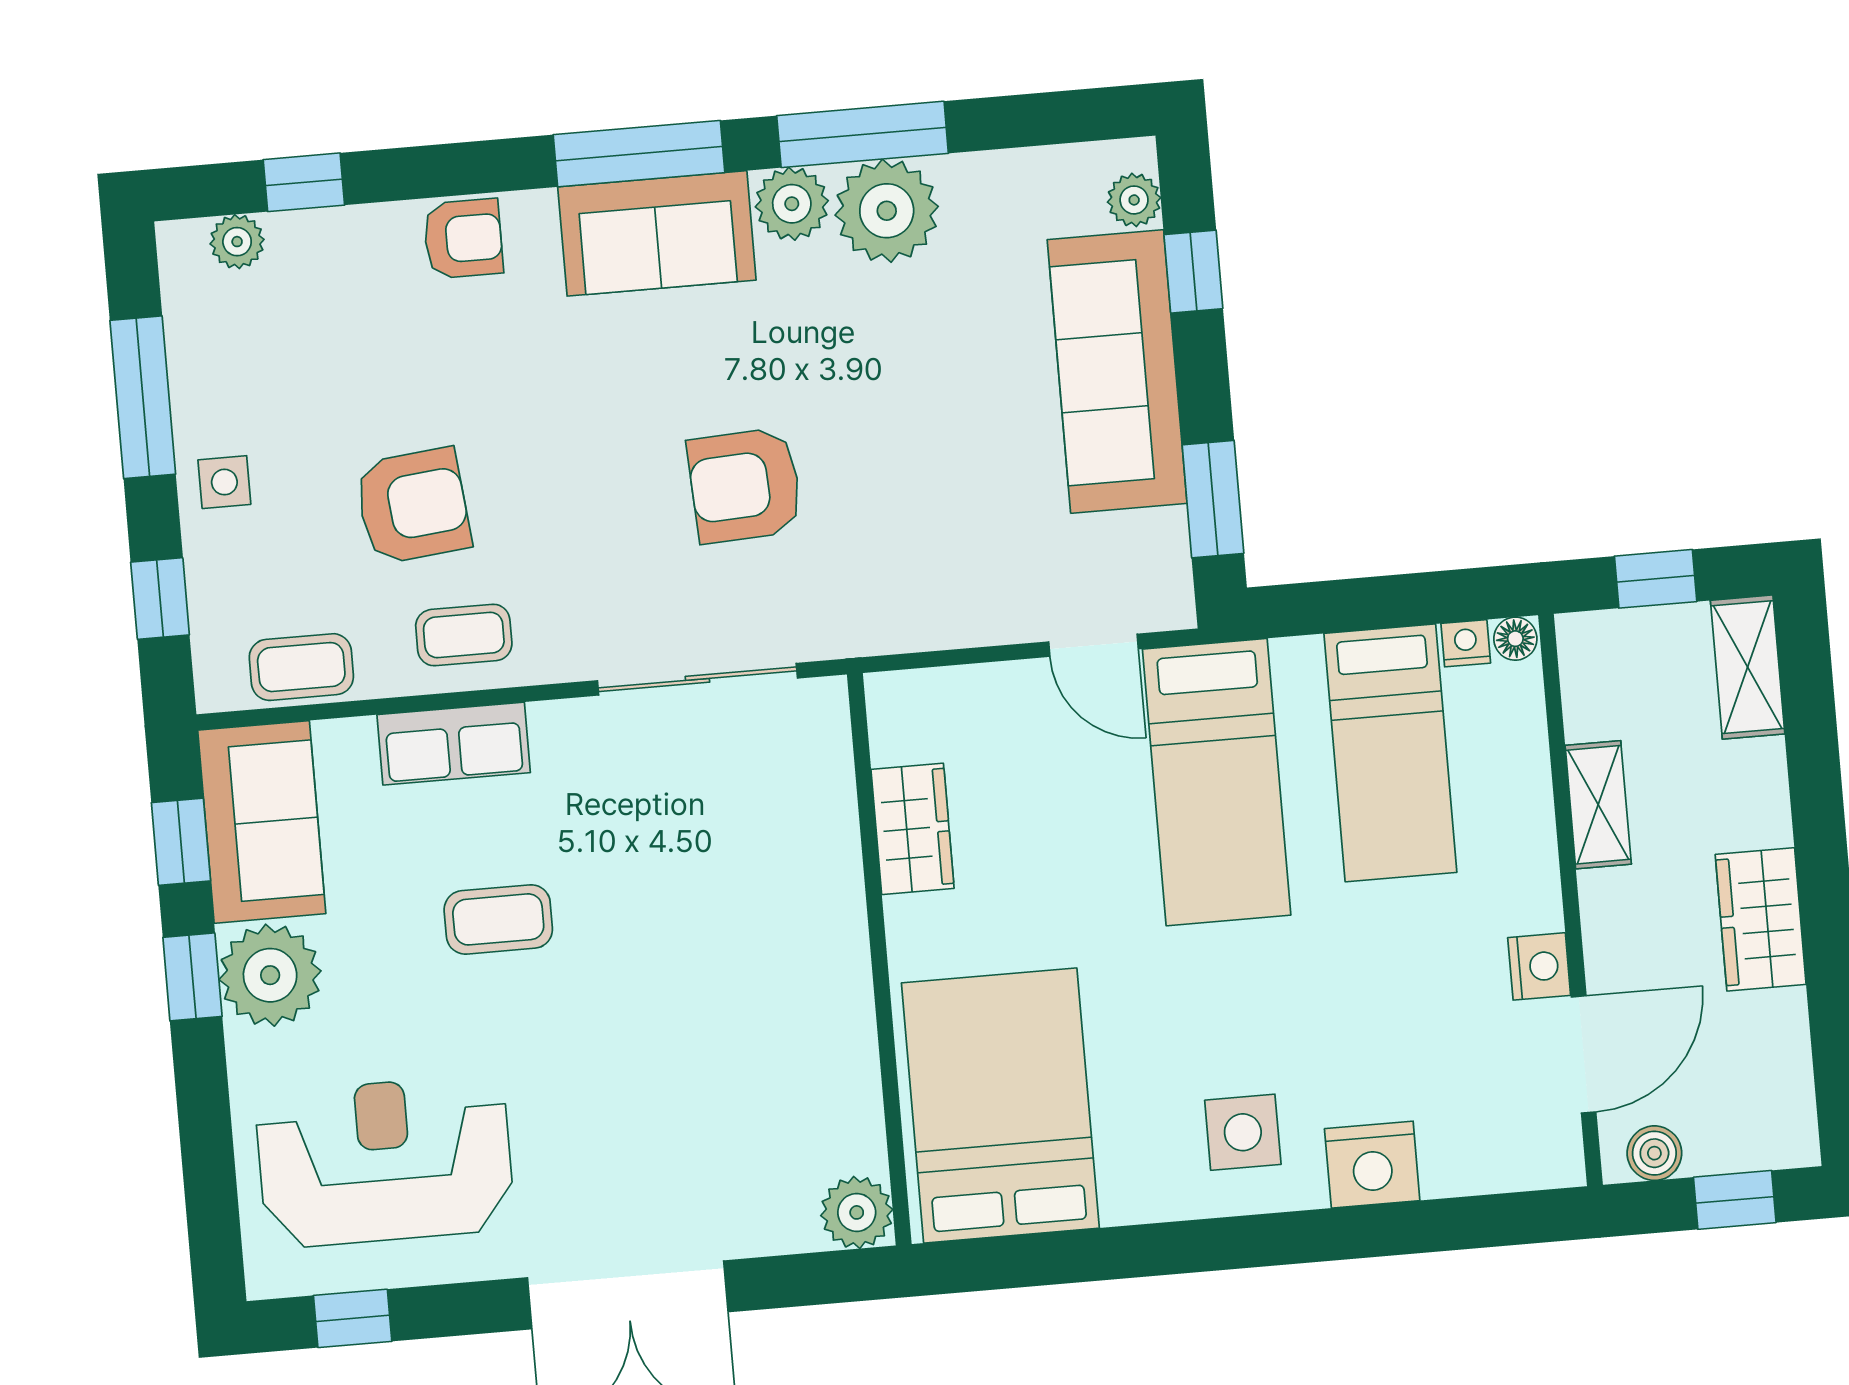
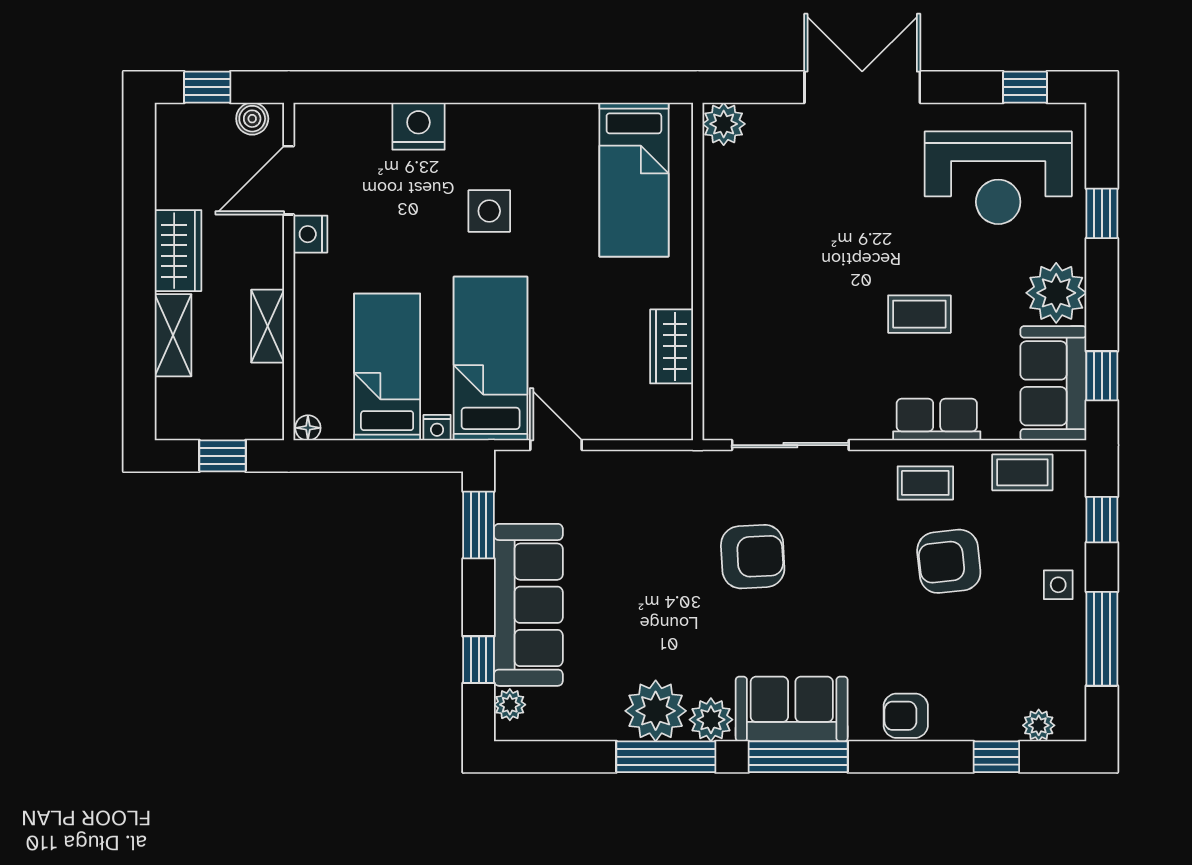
nightstand: (1466, 643) -> (437, 428), moved
shelving: (1748, 667) -> (173, 335), moved
window: (192, 977) -> (1102, 213), moved
bed: (1000, 1106) -> (634, 180), width x0.67
side table: (1243, 1132) -> (489, 211), moved

